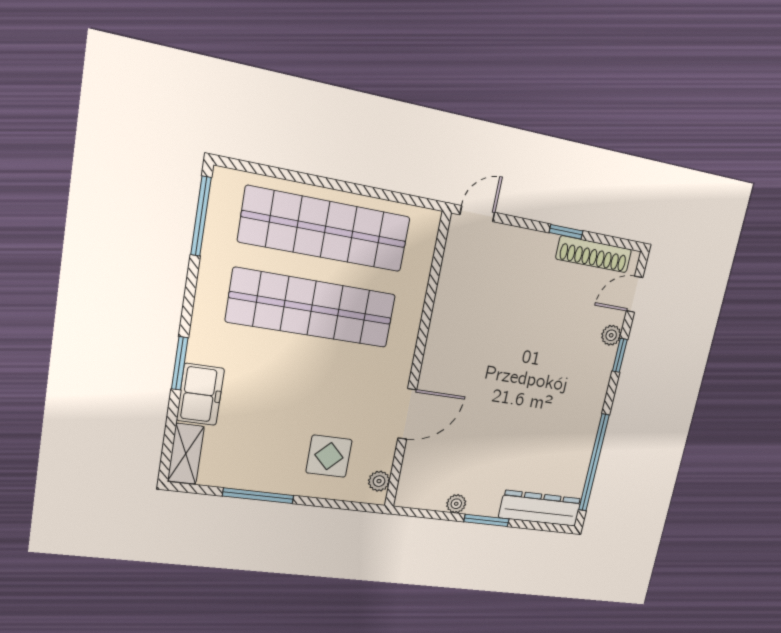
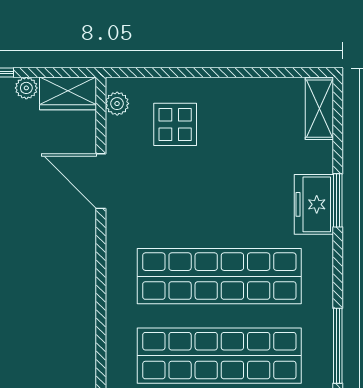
freezer: (200, 394) -> (314, 204), moved
door: (407, 414) -> (101, 181), hinge flipped
wardrobe: (421, 495) -> (68, 93), added
window: (258, 496) -> (241, 72), removed

